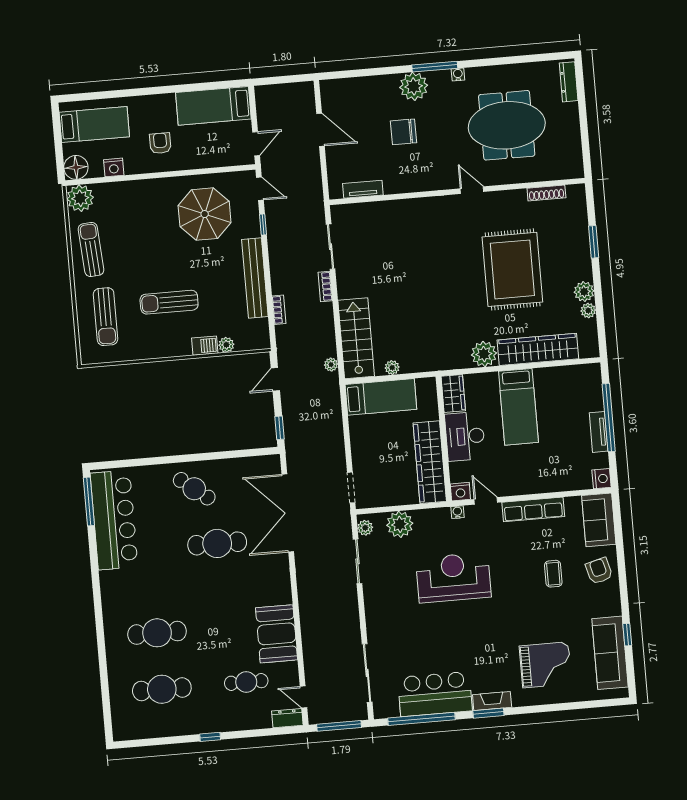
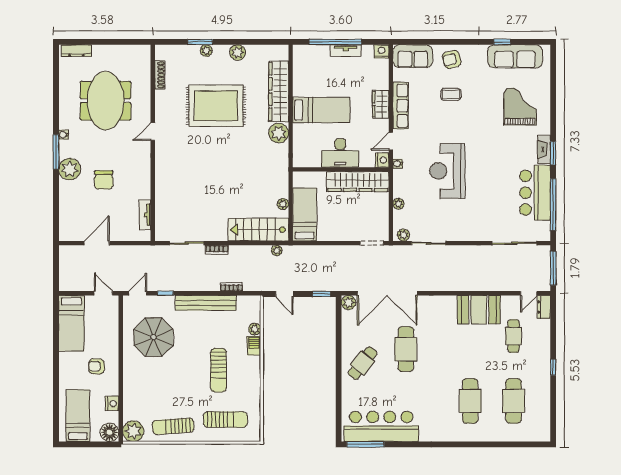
plant: (588, 311) -> (206, 51), moved
wardrobe: (453, 394) -> (381, 104), moved, turned -90
plant: (271, 464) -> (349, 303), added
plant: (400, 524) -> (398, 204), width x0.53, depth x0.53

